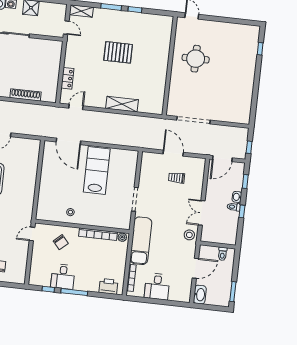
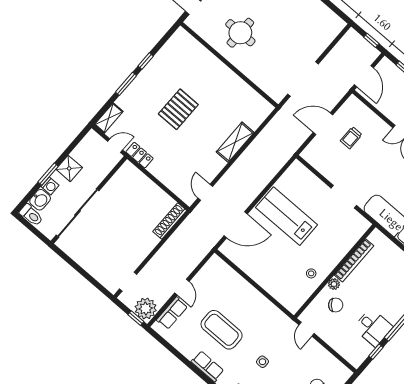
locker: (67, 78) -> (139, 155), moved
shoe rack: (26, 95) -> (170, 221), moved
plant: (122, 237) -> (334, 284), moved

